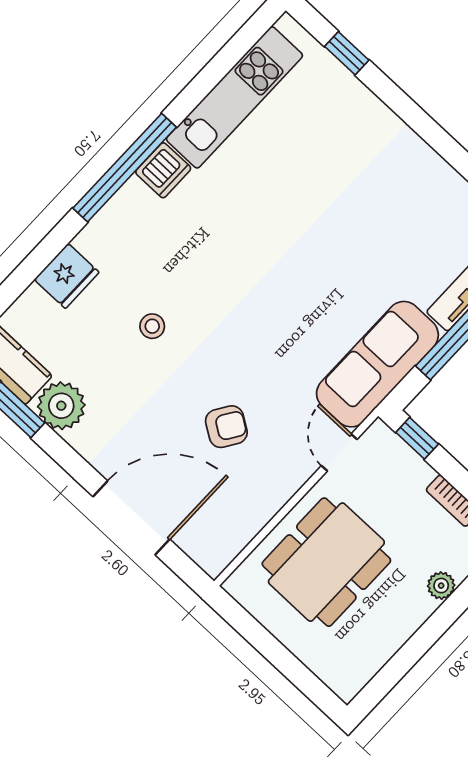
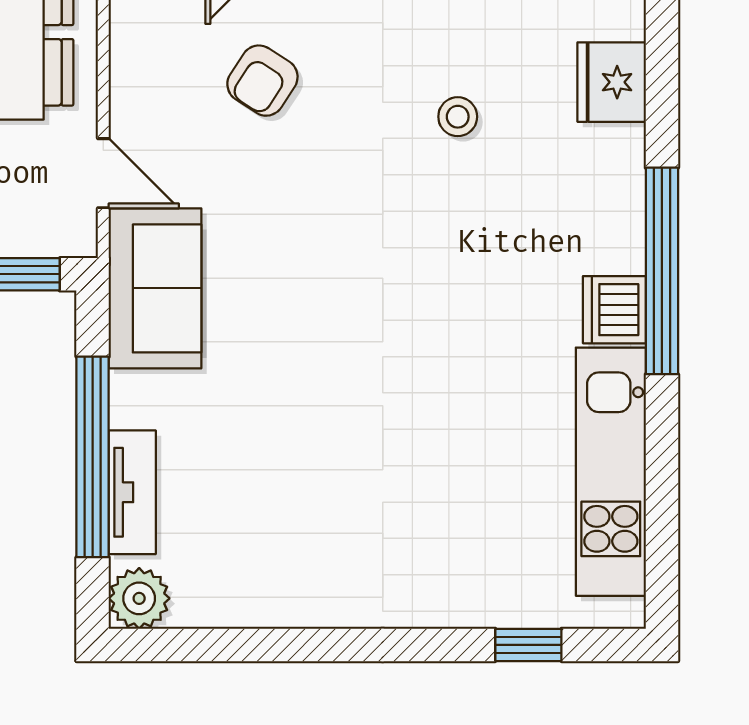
sofa: (377, 364) -> (155, 288), width x0.73

